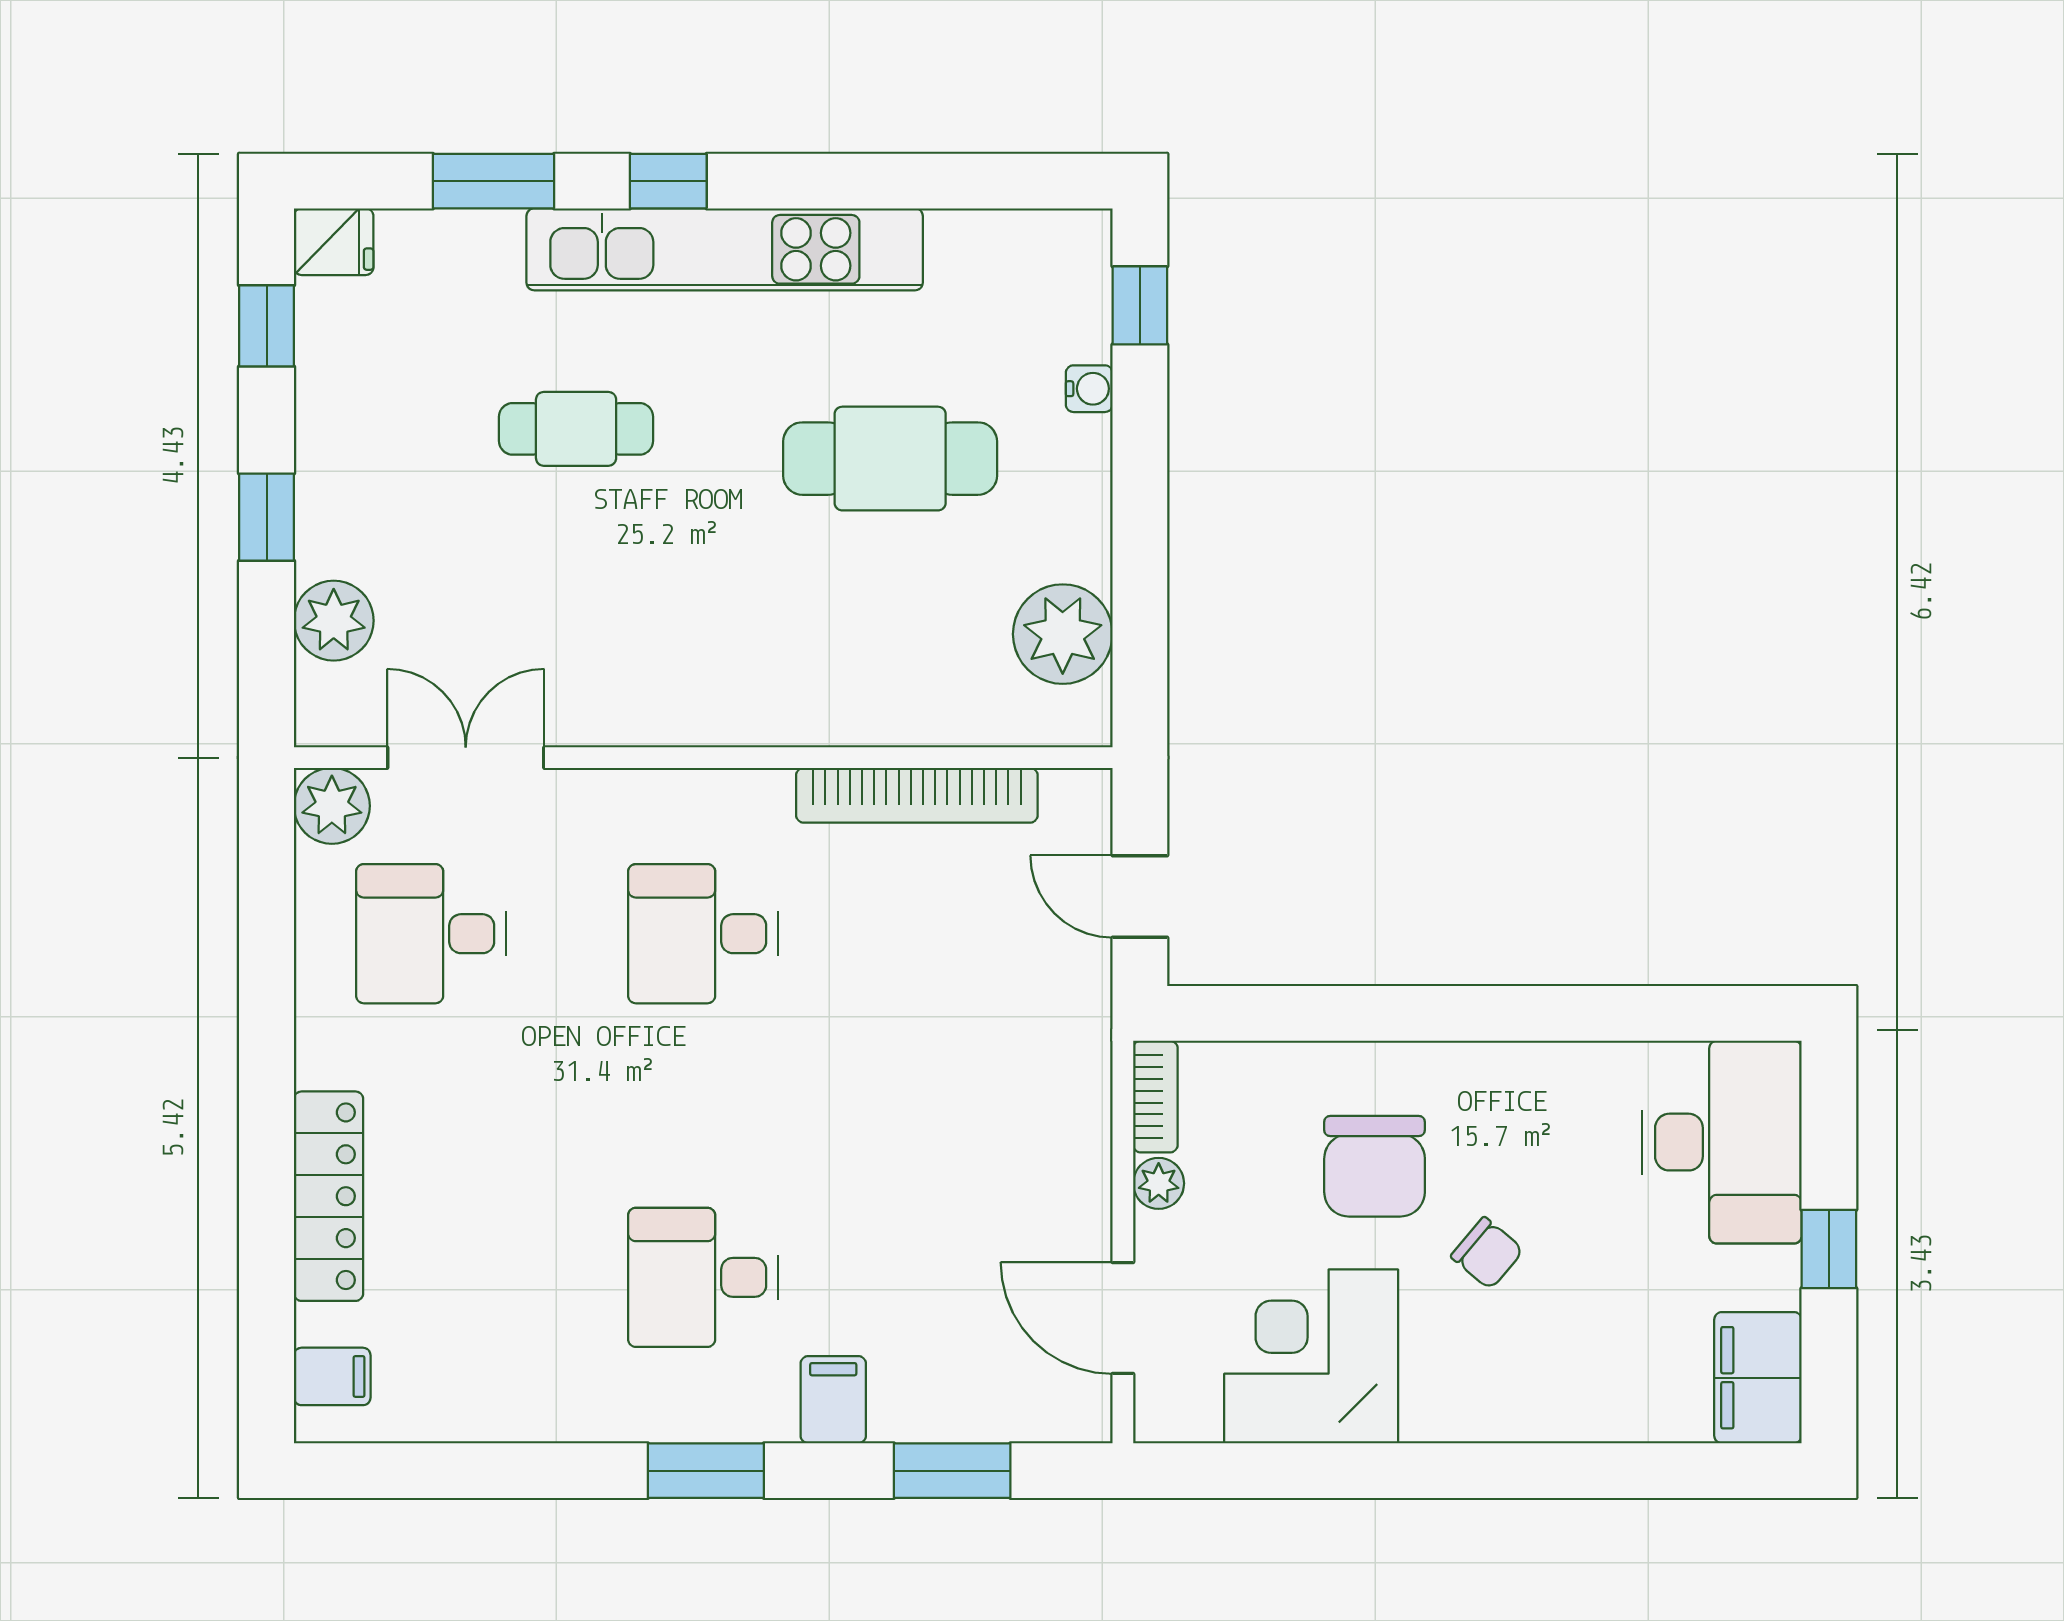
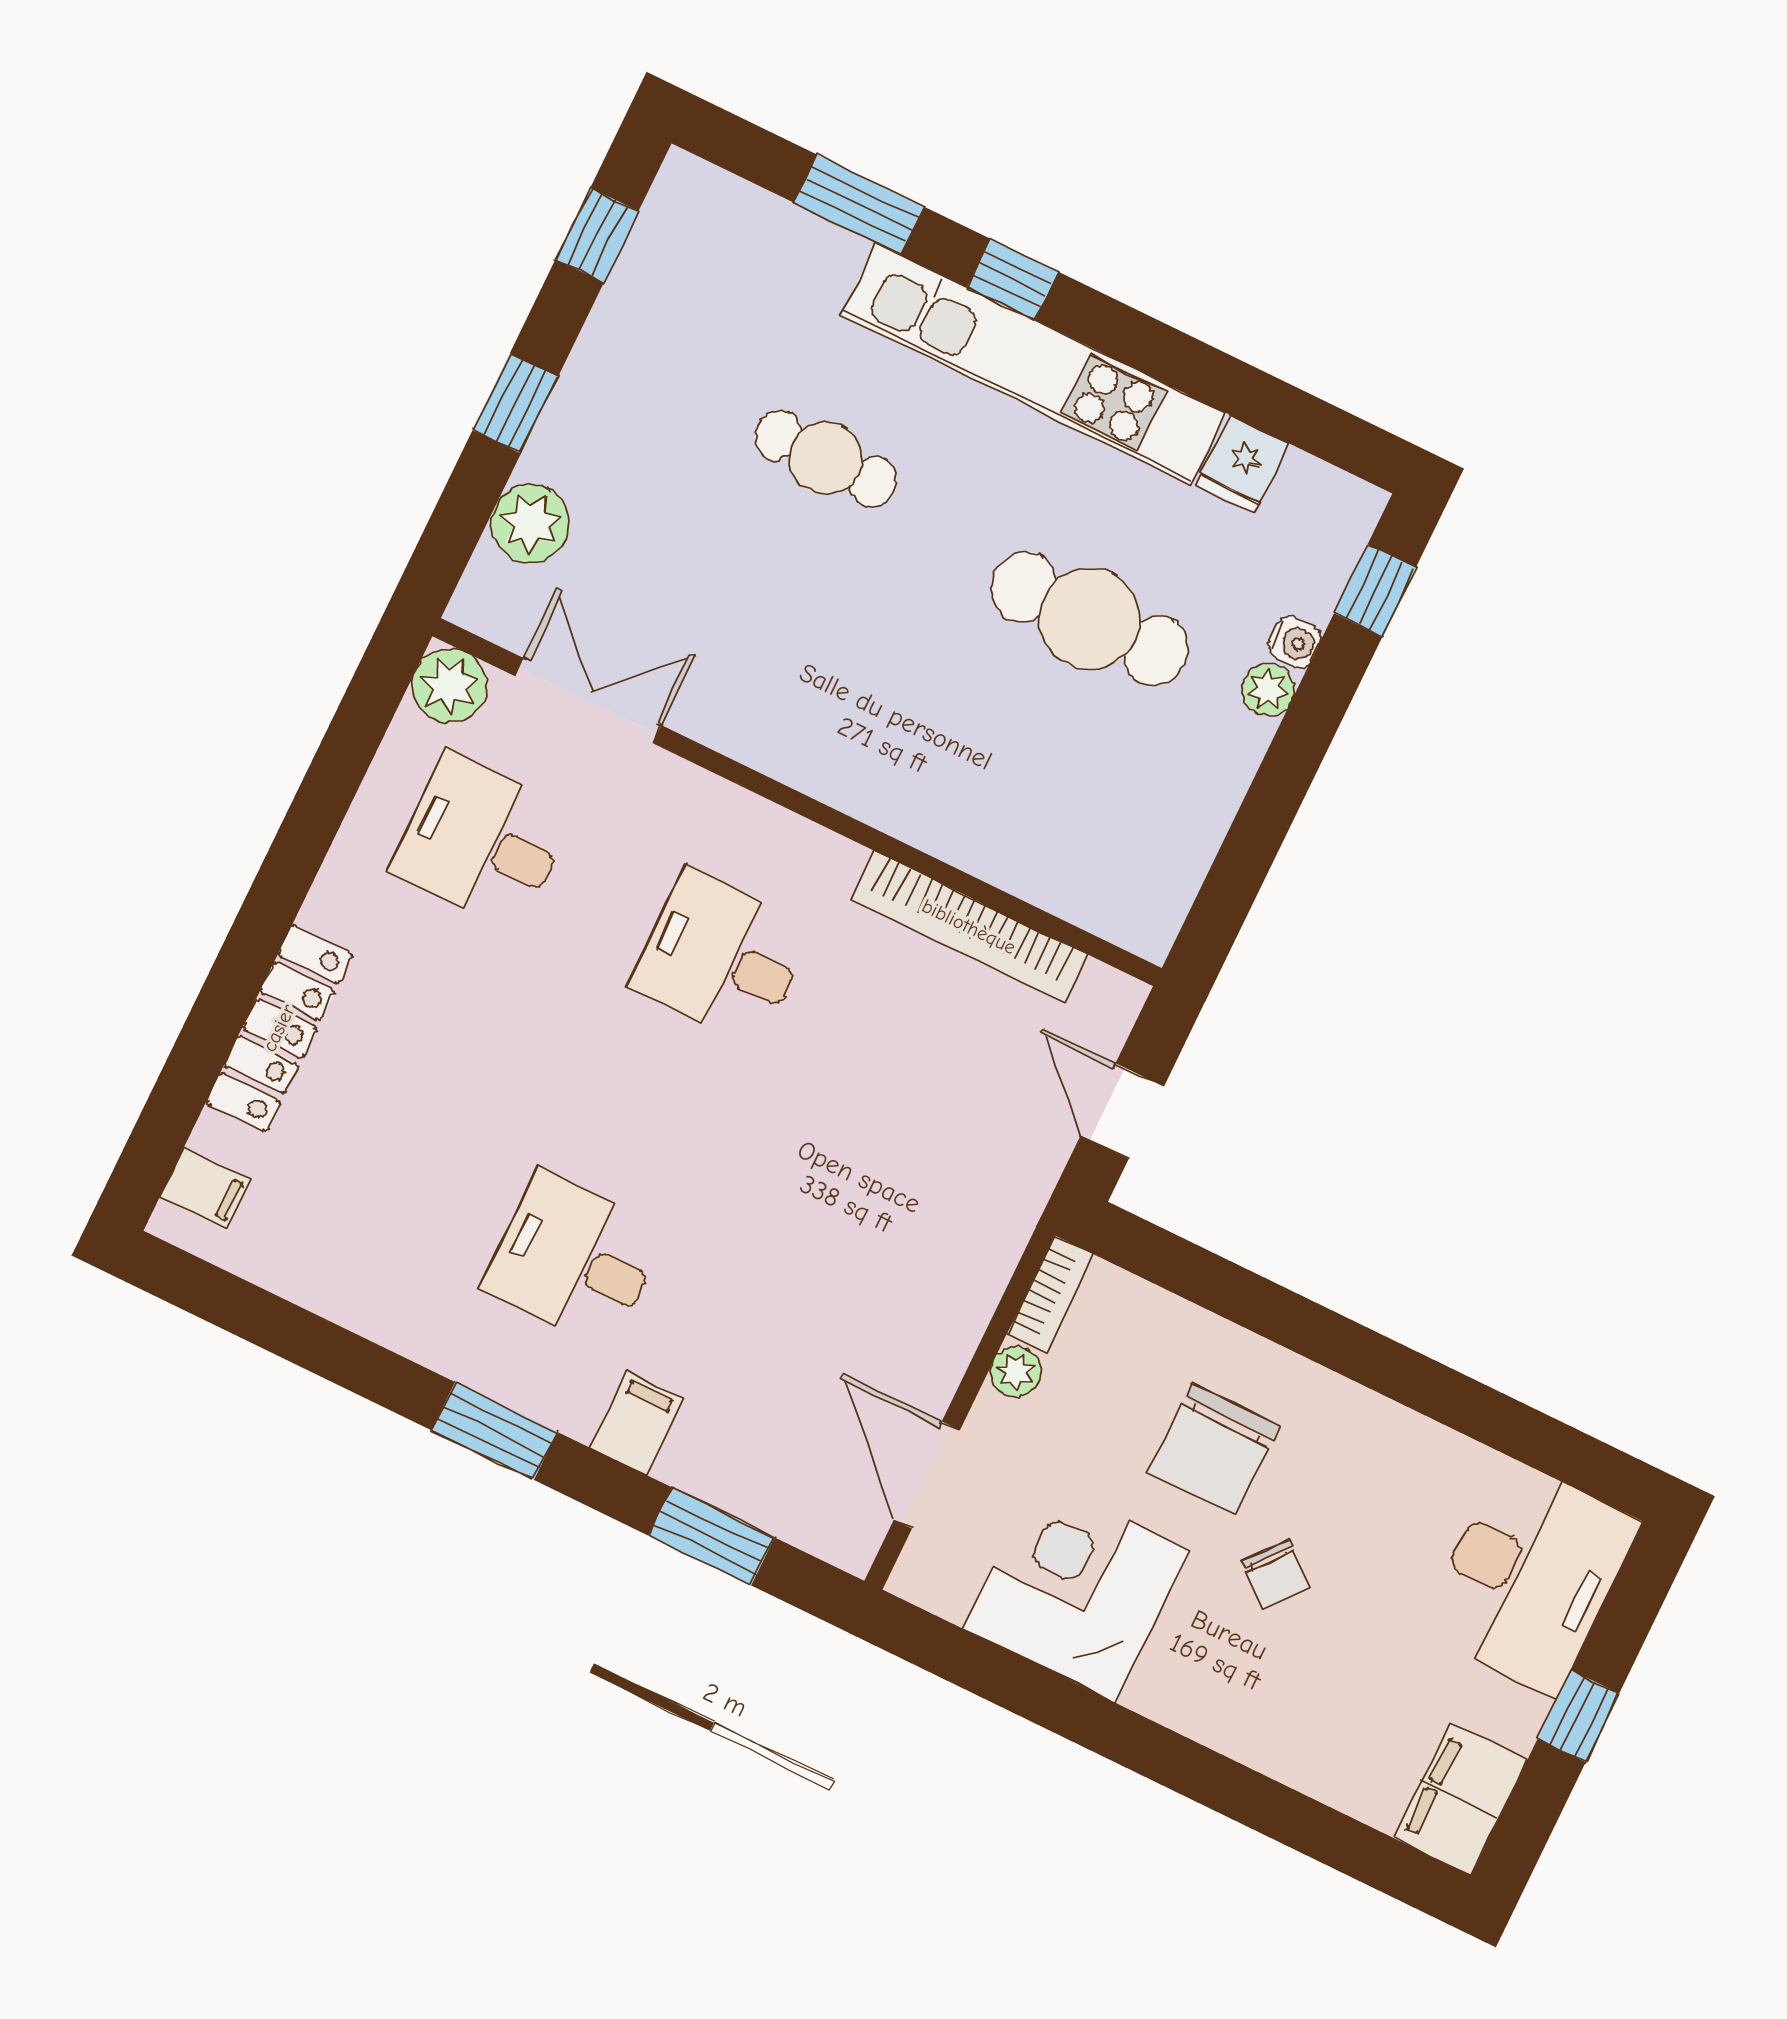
fridge: (334, 242) -> (1243, 464), moved, turned 90
plant: (1063, 634) -> (1268, 690), moved, width x0.53, depth x0.53

